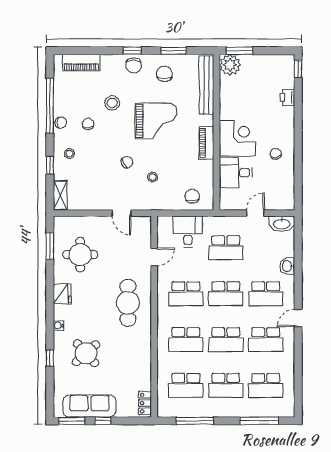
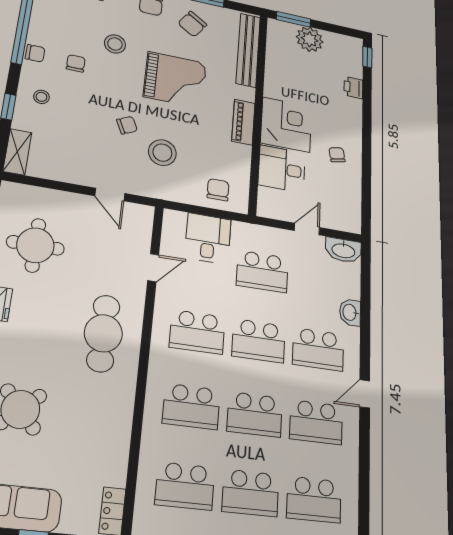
plant: (230, 65) -> (310, 39), moved
chair: (164, 74) -> (192, 24), turned -146
stool: (152, 177) -> (162, 153), width x1.89, depth x1.89

